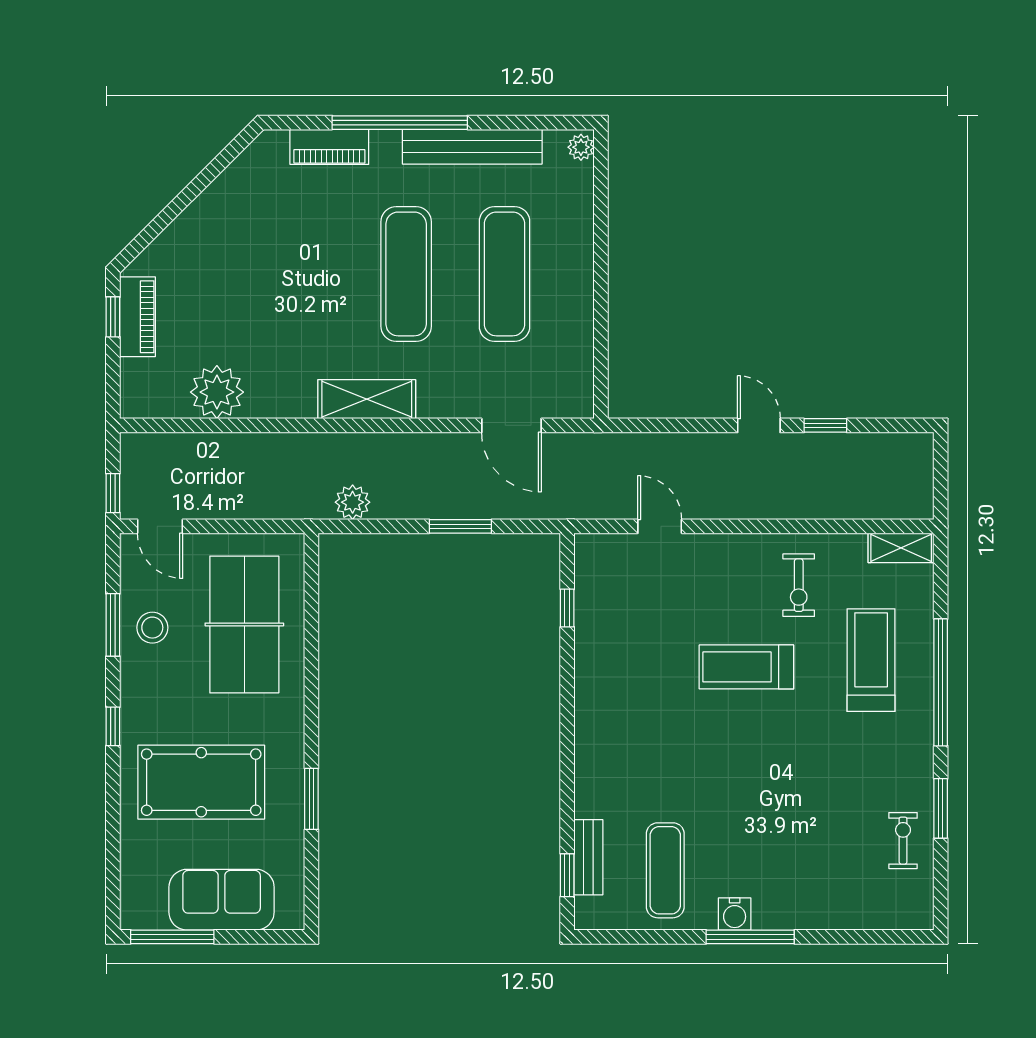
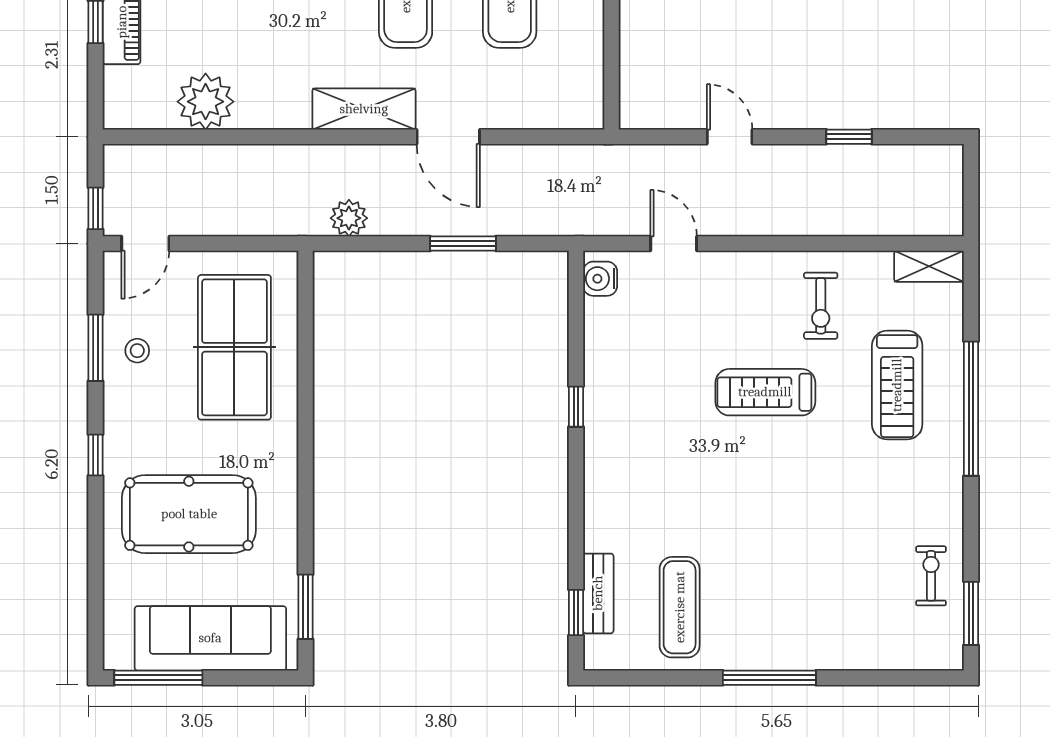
door: (511, 425) -> (448, 137), moved
door: (759, 425) -> (730, 137), moved
door: (160, 526) -> (145, 244), hinge flipped
window: (567, 608) -> (576, 407), moved
stool: (152, 628) -> (137, 351), width x0.73, depth x0.73
treadmill: (871, 660) -> (897, 385), turned 180
window: (311, 799) -> (305, 607), moved
window: (941, 808) -> (971, 613), moved
sofa: (222, 900) -> (210, 638), width x1.36
water cooler: (735, 914) -> (600, 279), moved, turned 90

